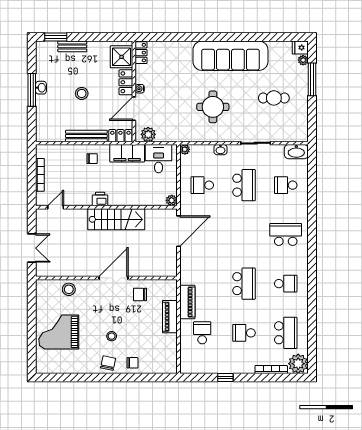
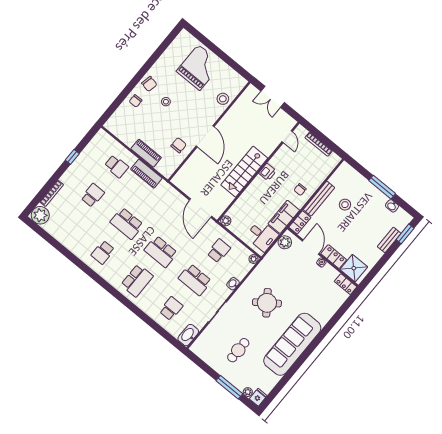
washbasin: (41, 88) -> (392, 206), moved
stool: (82, 93) -> (345, 205), moved
round table: (213, 107) -> (267, 303), turned -36
school desk: (286, 333) -> (161, 252), moved

